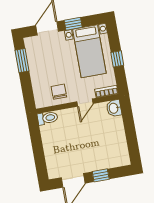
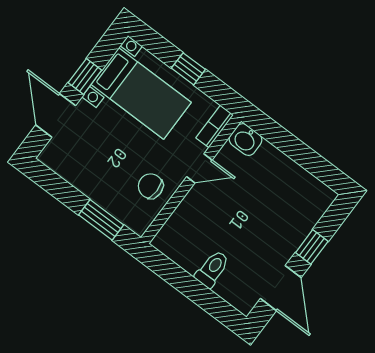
window: (22, 61) -> (101, 220), moved
door: (85, 103) -> (199, 168), hinge flipped
toilet: (48, 118) -> (212, 269), moved

